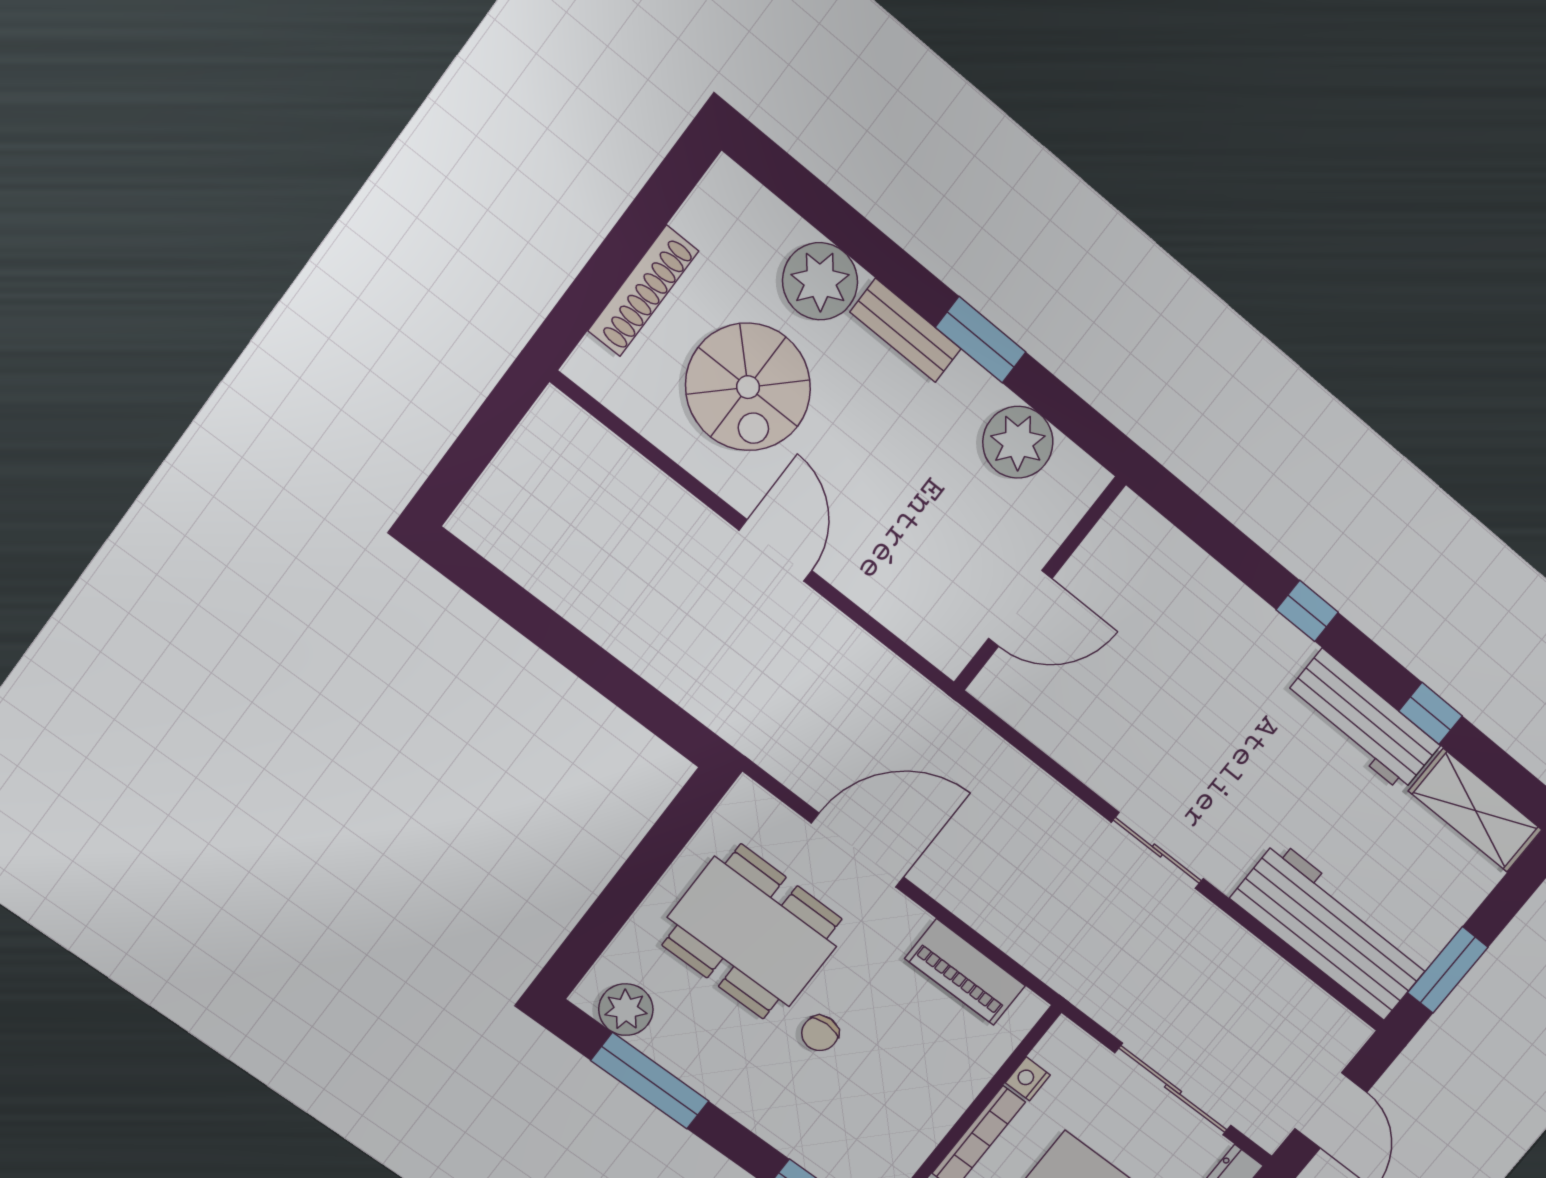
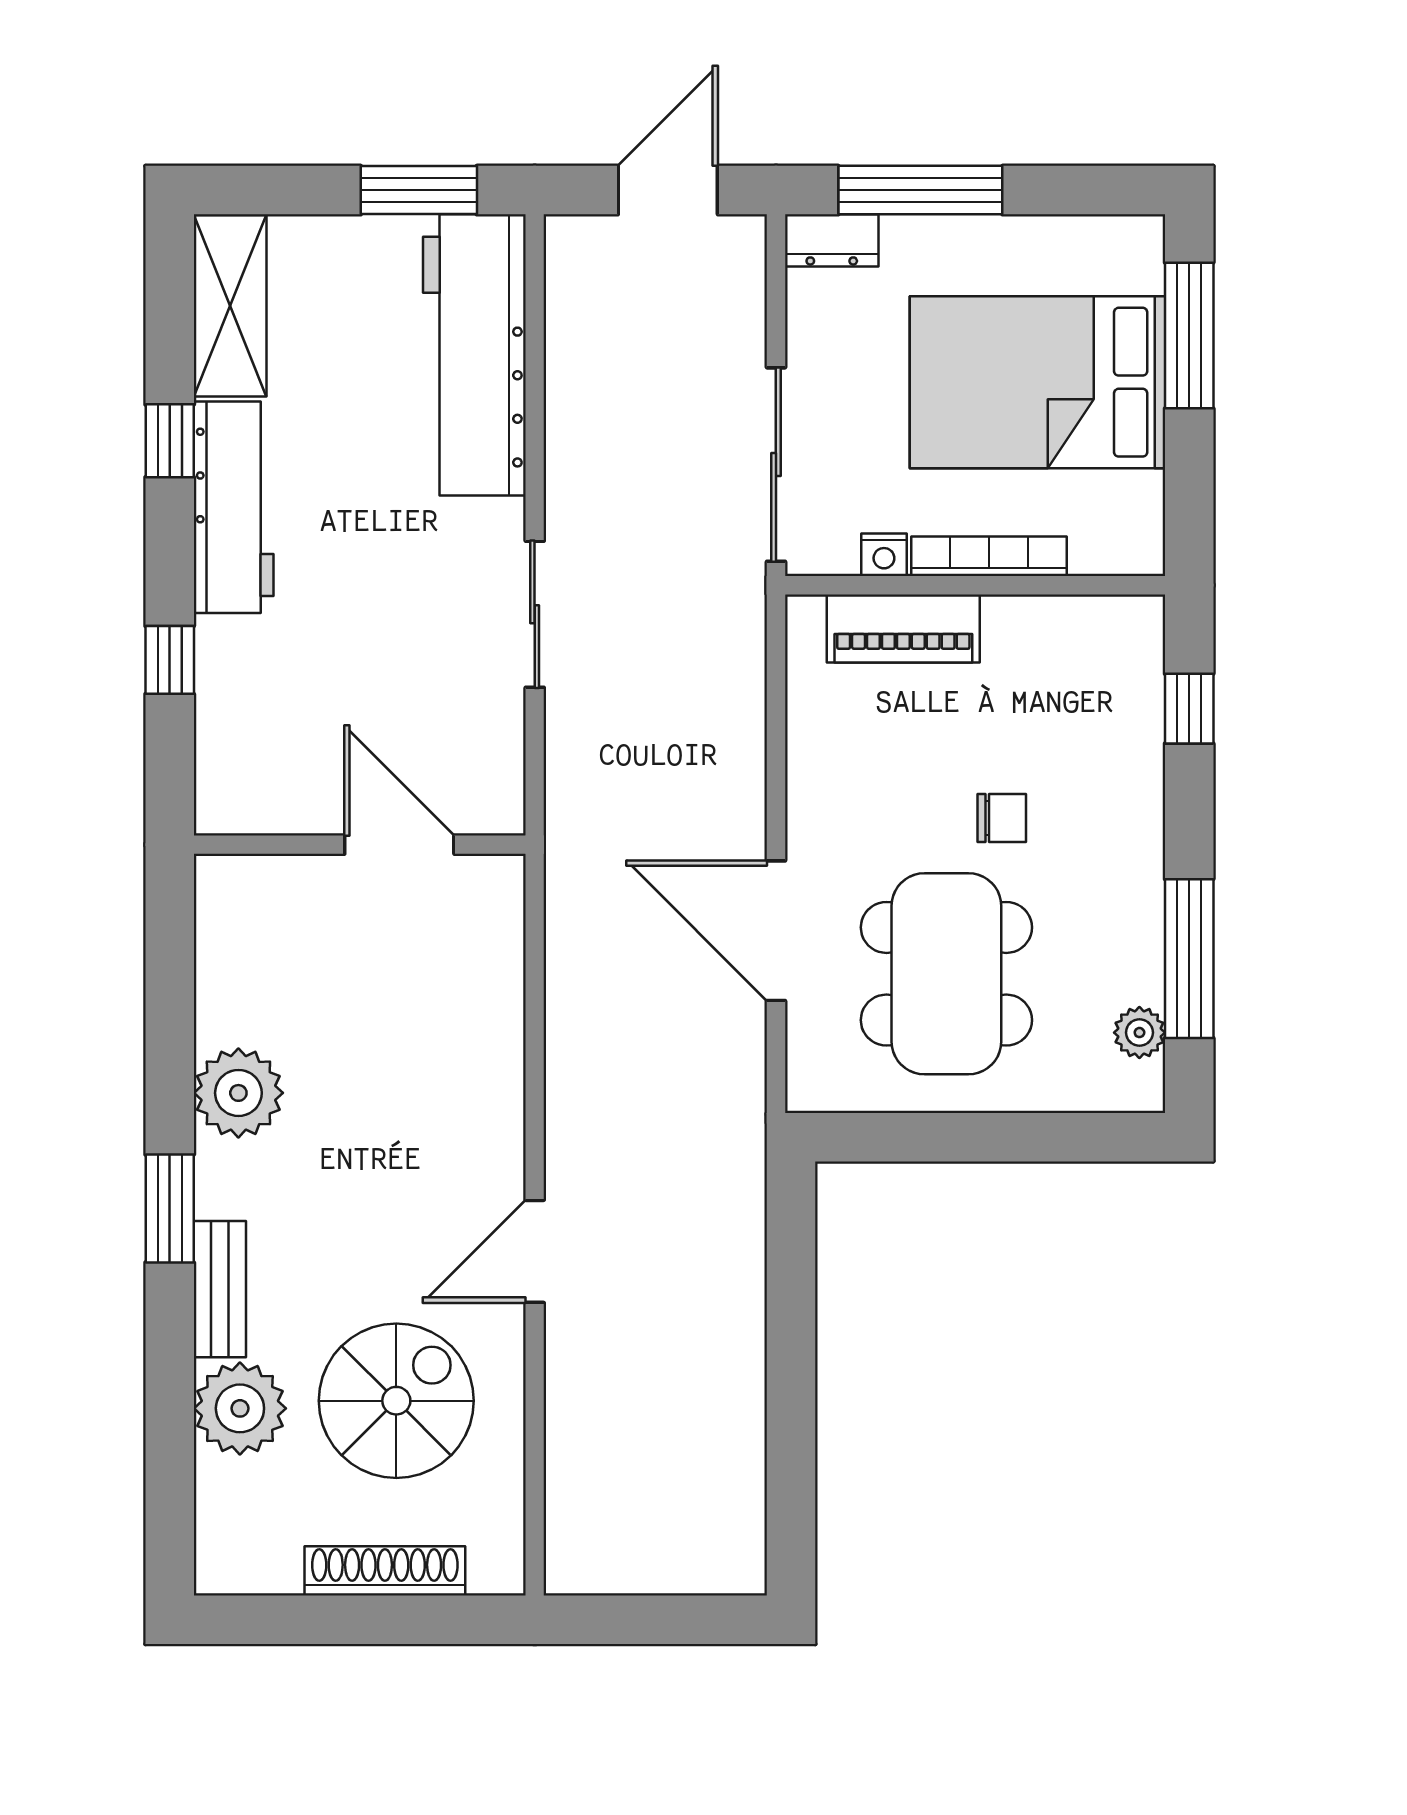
wall: (1039, 584) -> (360, 845), moved
door: (1020, 609) -> (399, 845), moved
piano: (965, 972) -> (903, 628), moved, turned 90
plant: (626, 1010) -> (1139, 1033), width x0.73, depth x0.73
sliding door: (1173, 1089) -> (776, 465), moved

